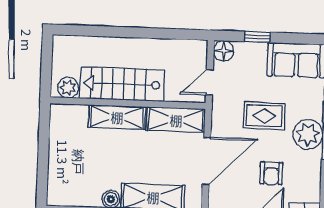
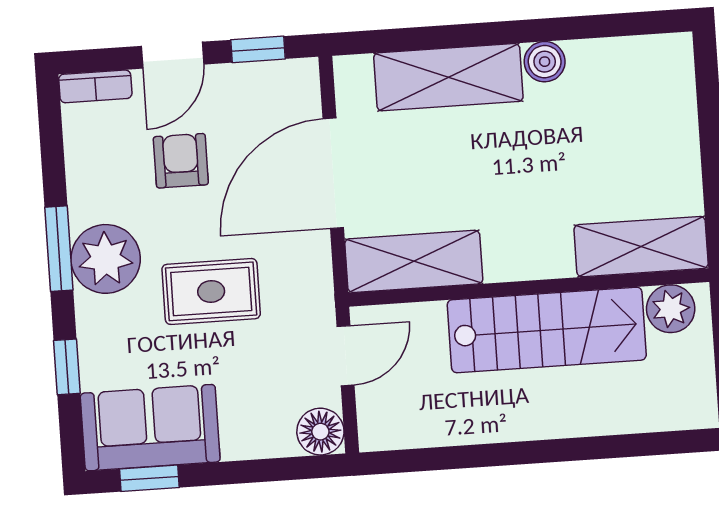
window: (257, 37) -> (149, 478), moved
shelving: (117, 117) -> (641, 247), moved

